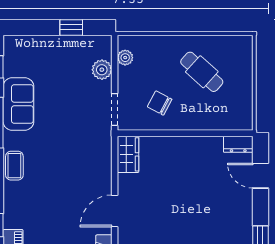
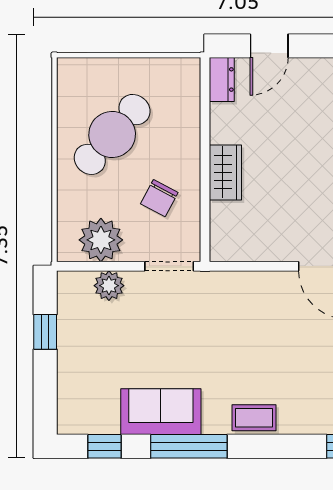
plant: (125, 58) -> (101, 240), width x1.88, depth x1.88
cafe table: (202, 72) -> (112, 134), width x1.37, depth x1.35
wardrobe: (128, 154) -> (225, 172), moved, turned 90

